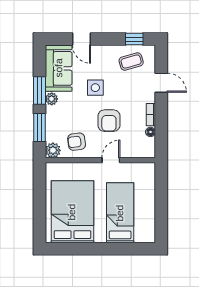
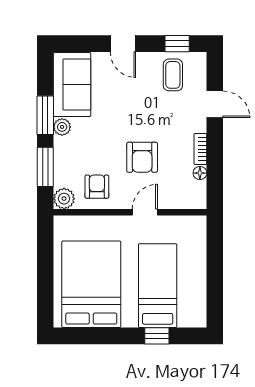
door: (81, 39) -> (123, 44), moved
coffee table: (131, 62) -> (173, 75), turned -74
side table: (95, 88) -> (123, 111), removed
armchair: (77, 142) -> (97, 187), turned 97
window: (120, 249) -> (157, 336), added

